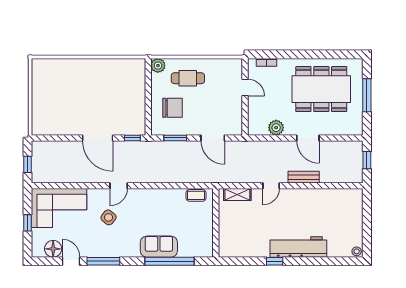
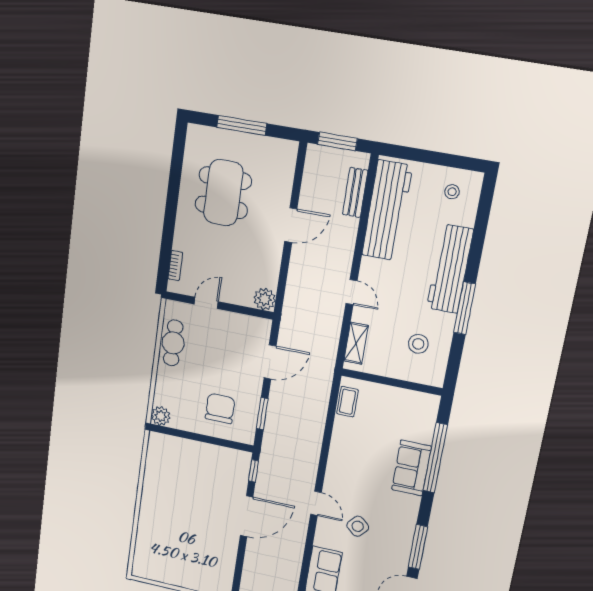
cafe table: (188, 78) -> (173, 343), moved
dining table: (321, 89) -> (223, 193), width x0.73, depth x0.80
plant: (276, 128) -> (265, 299), moved
window: (367, 160) -> (337, 141), width x1.50
bench: (304, 177) -> (355, 192), moved
workbench: (329, 200) -> (387, 211), added
stool: (245, 236) -> (418, 344), added
stool: (357, 251) -> (452, 192), moved
window: (275, 261) -> (465, 308), width x2.17

